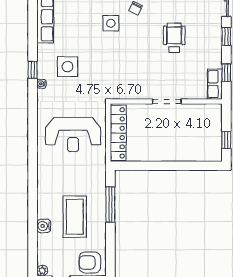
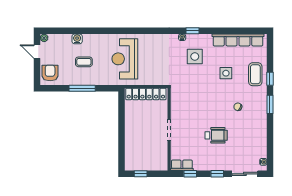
side table: (111, 23) -> (226, 73), moved
reception desk: (73, 135) -> (125, 59), moved
window: (110, 205) -> (82, 88), moved
coffee table: (75, 217) -> (84, 62), width x0.54, depth x0.58

